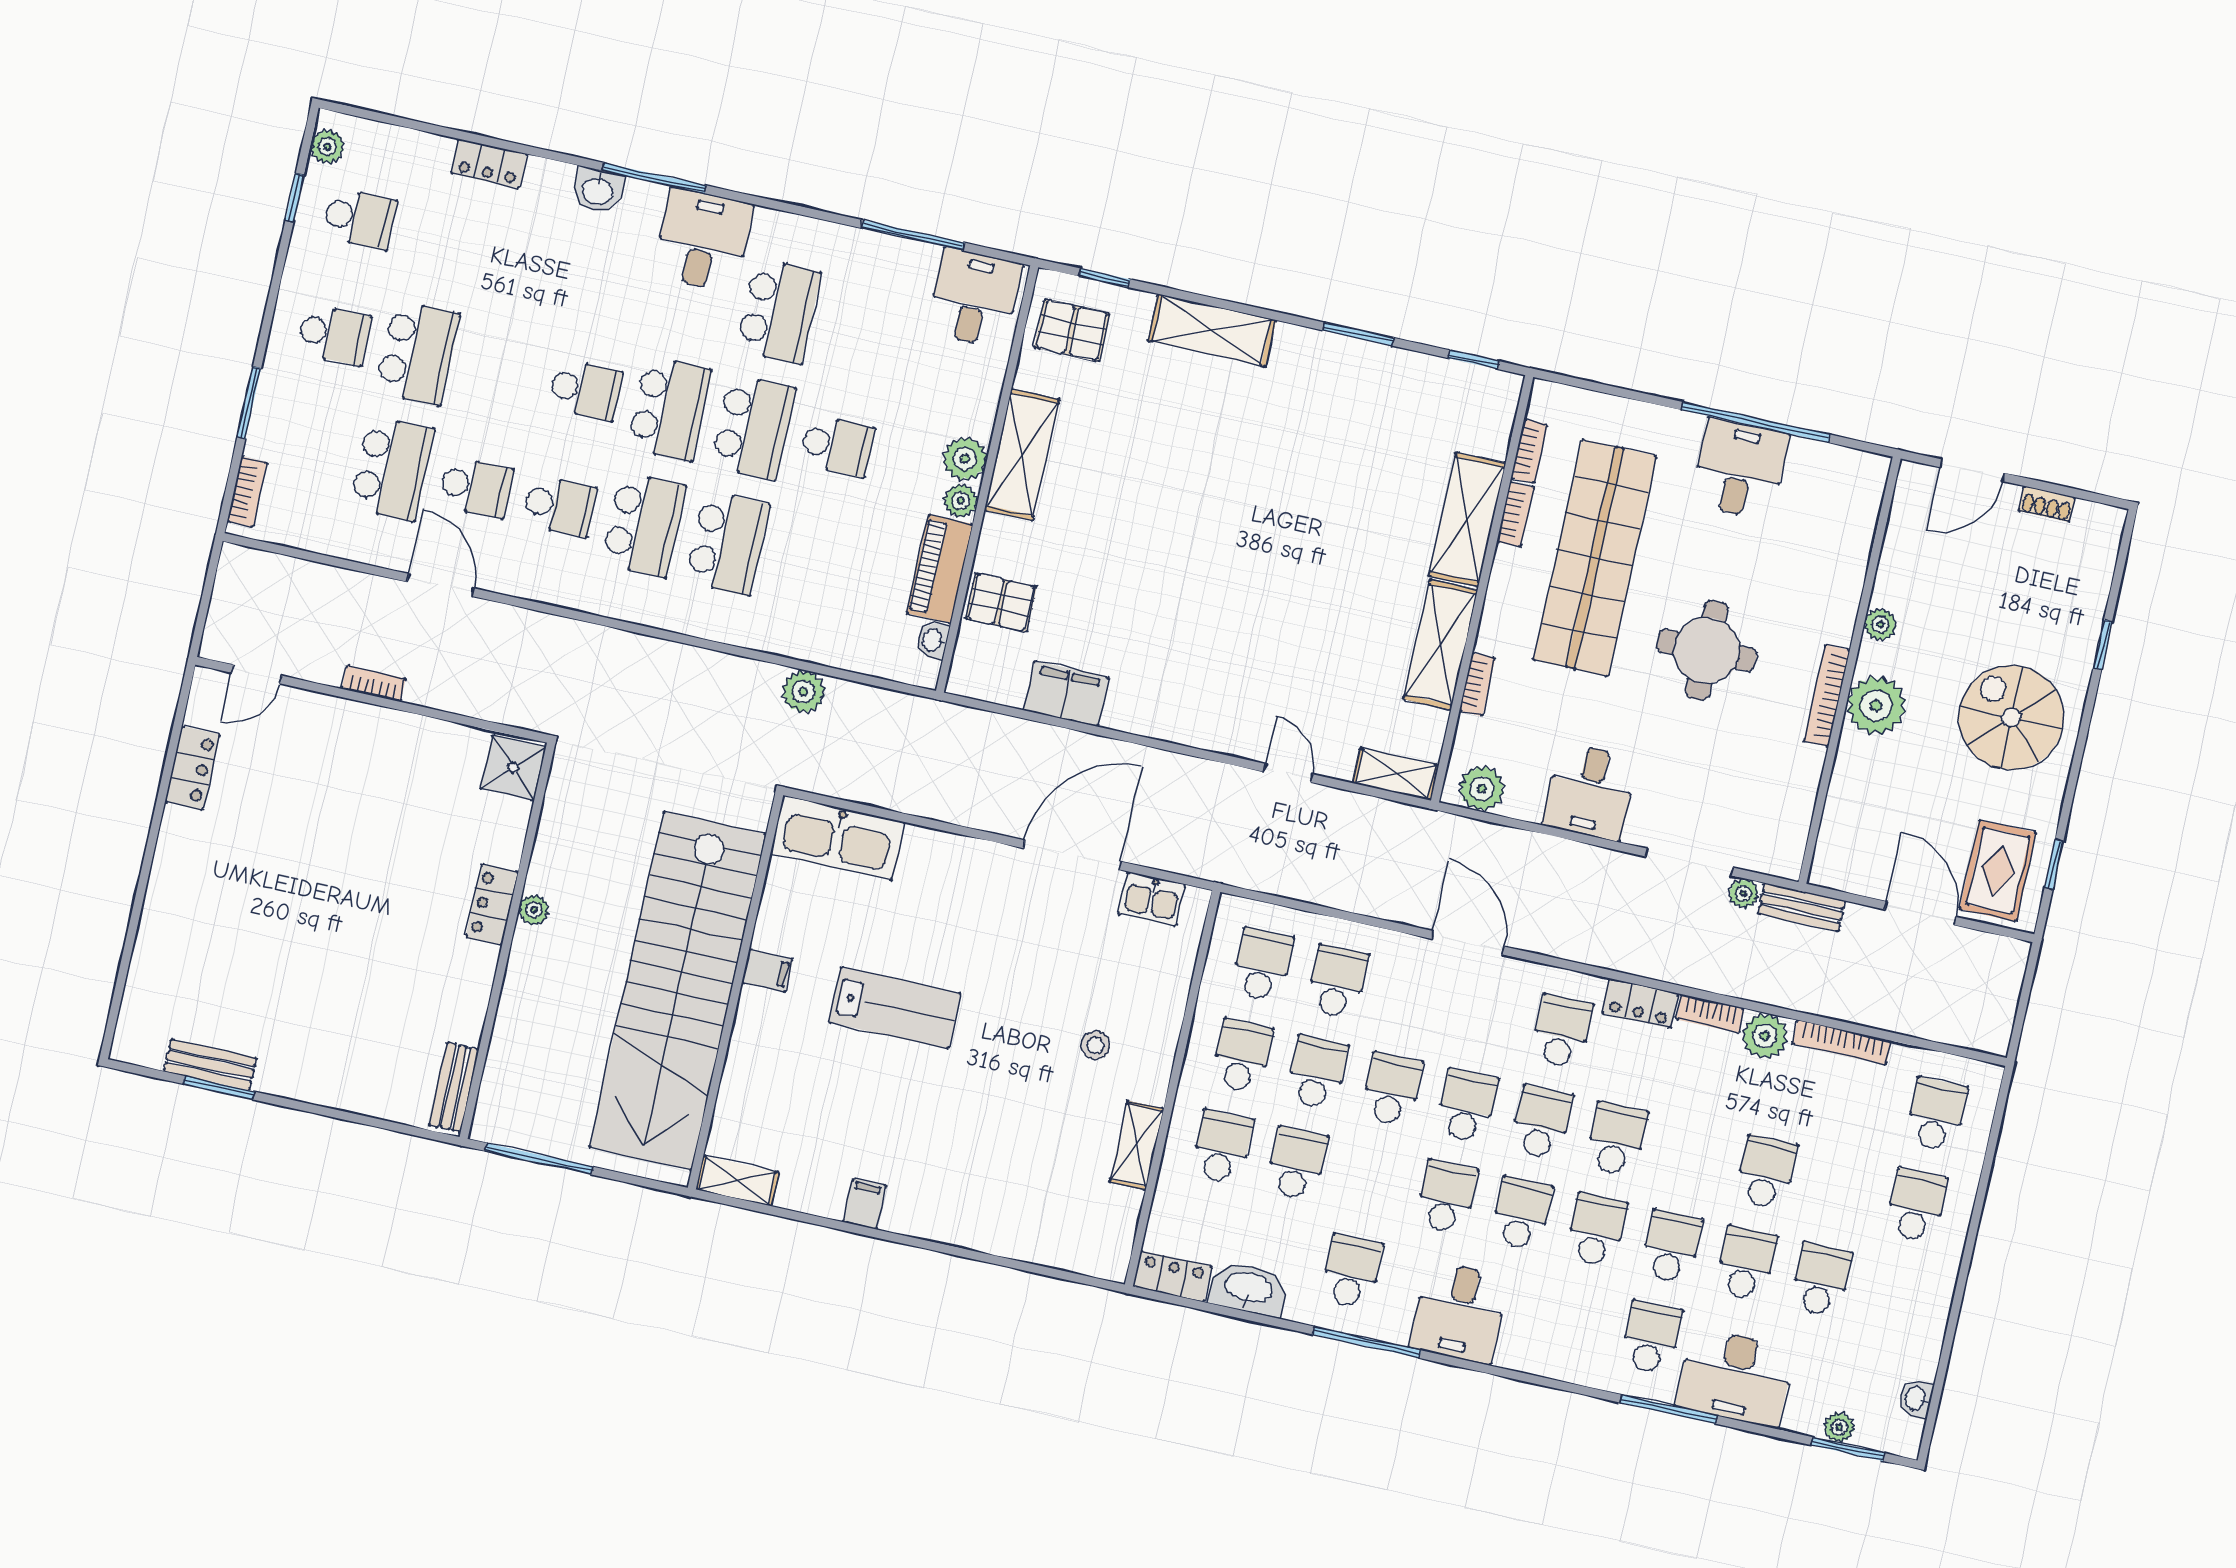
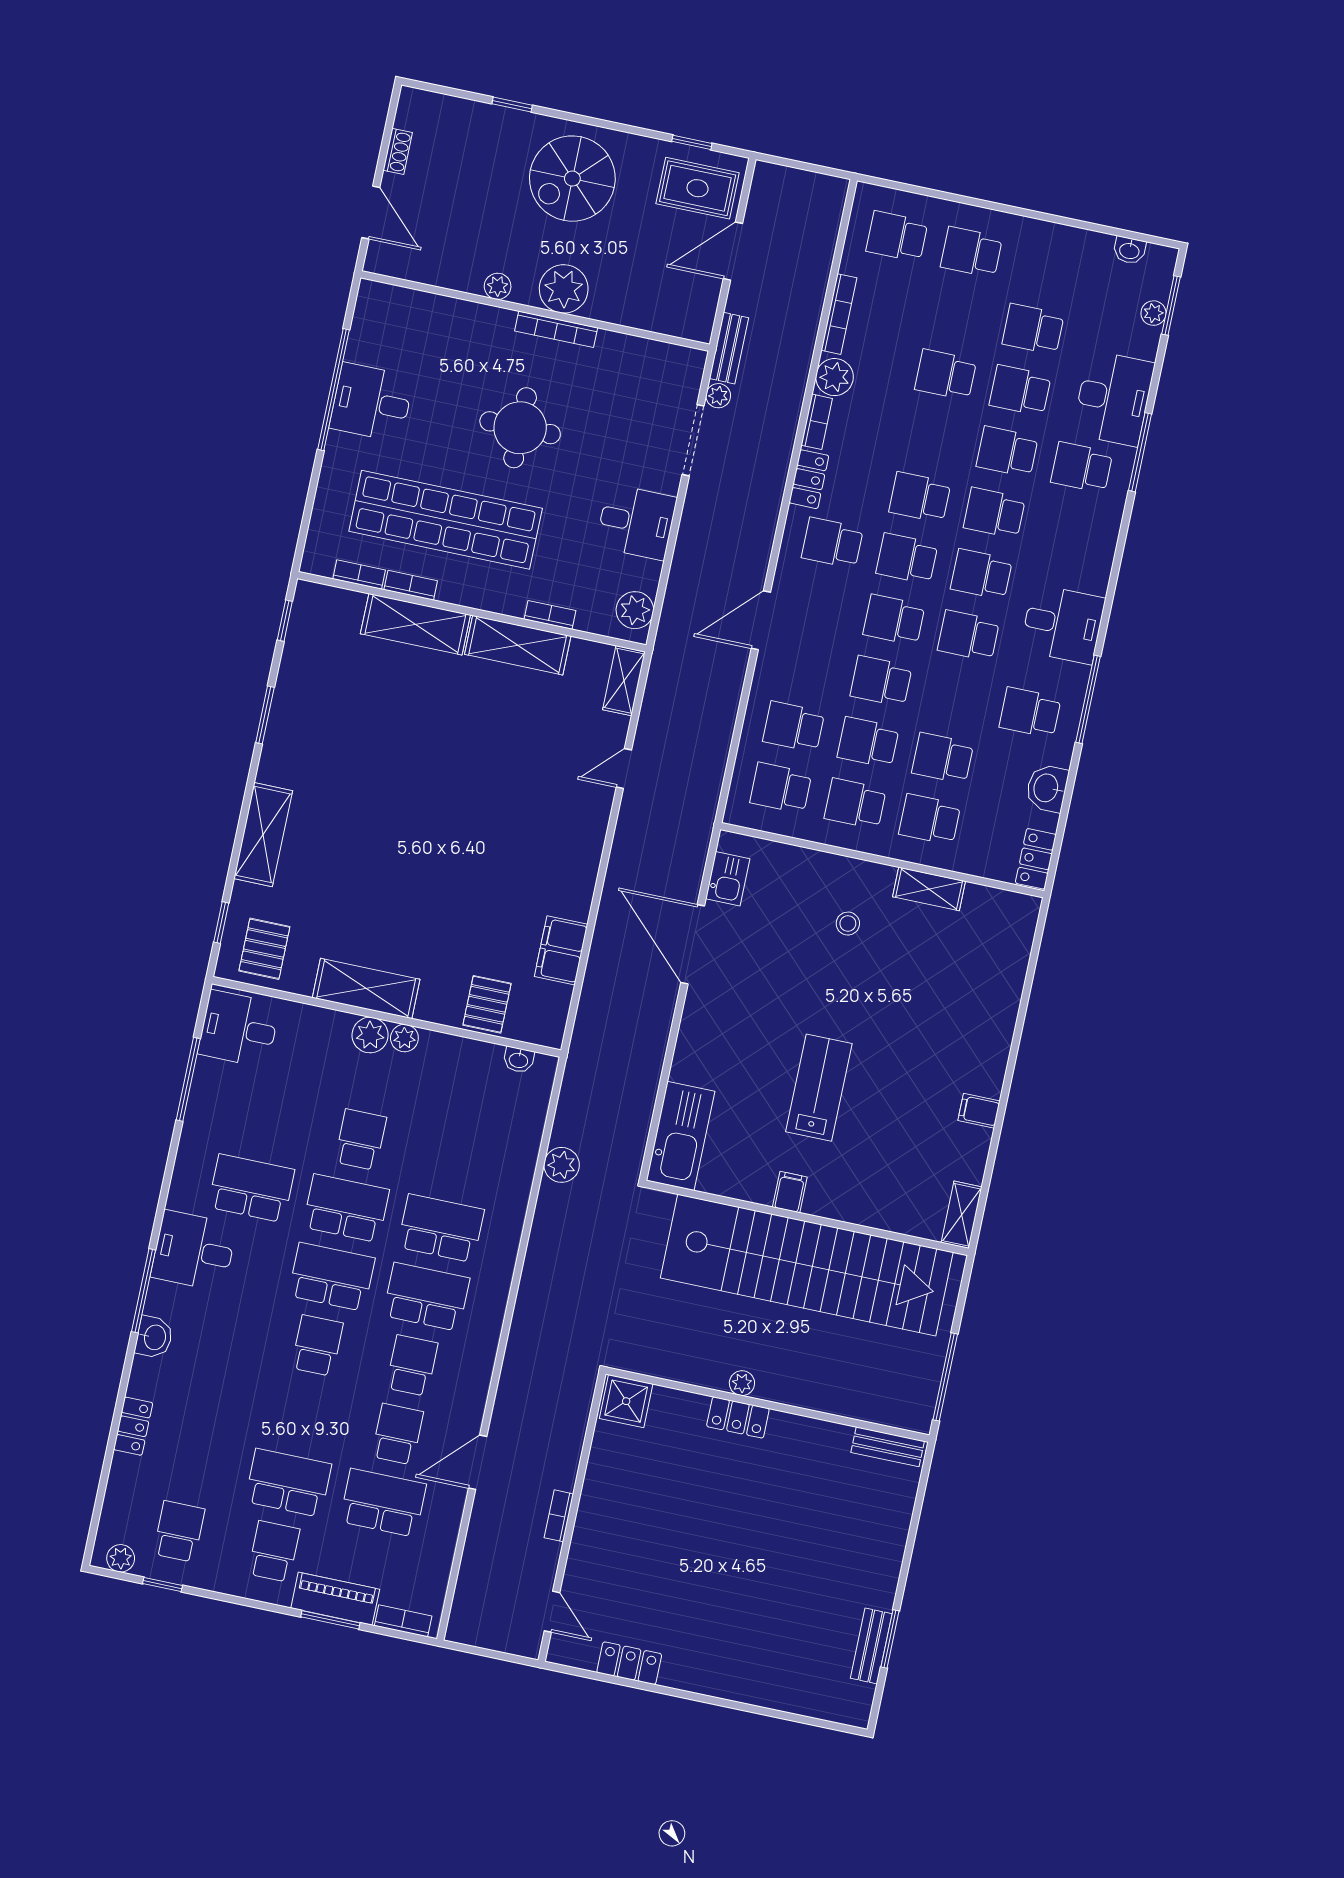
piano: (940, 569) -> (335, 1599), moved, turned 180
washbasin: (1249, 1289) -> (1047, 788), width x0.72

